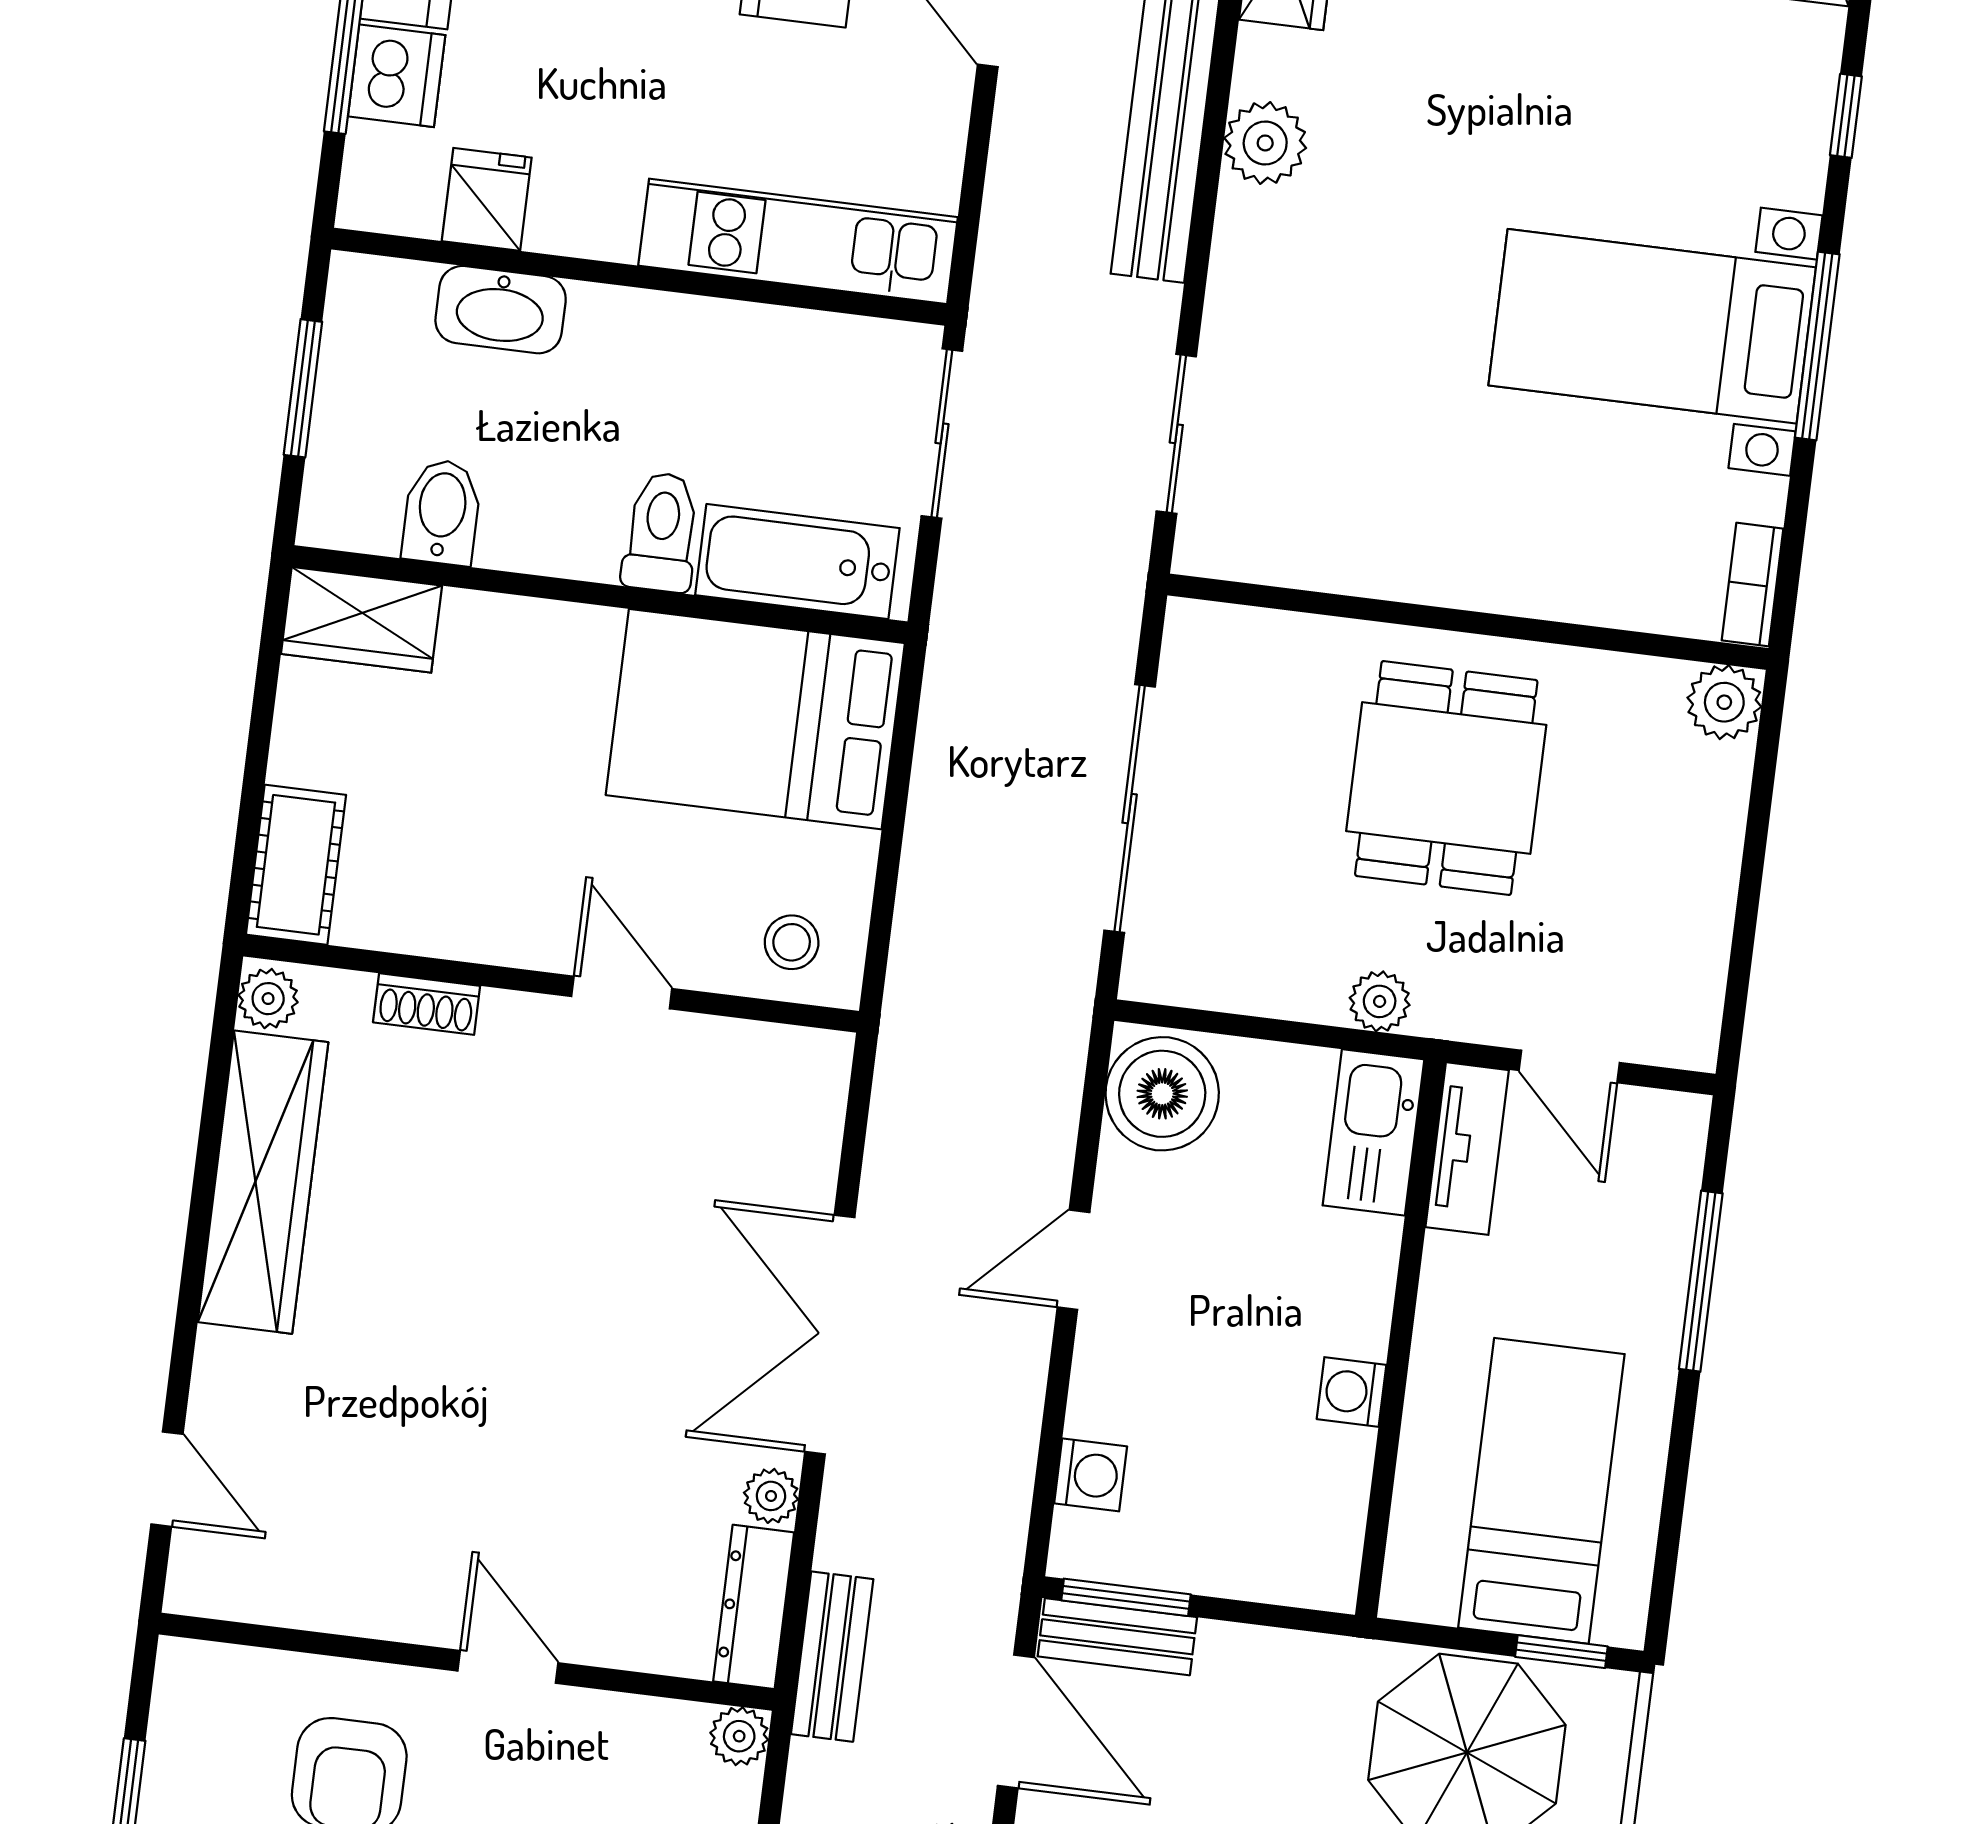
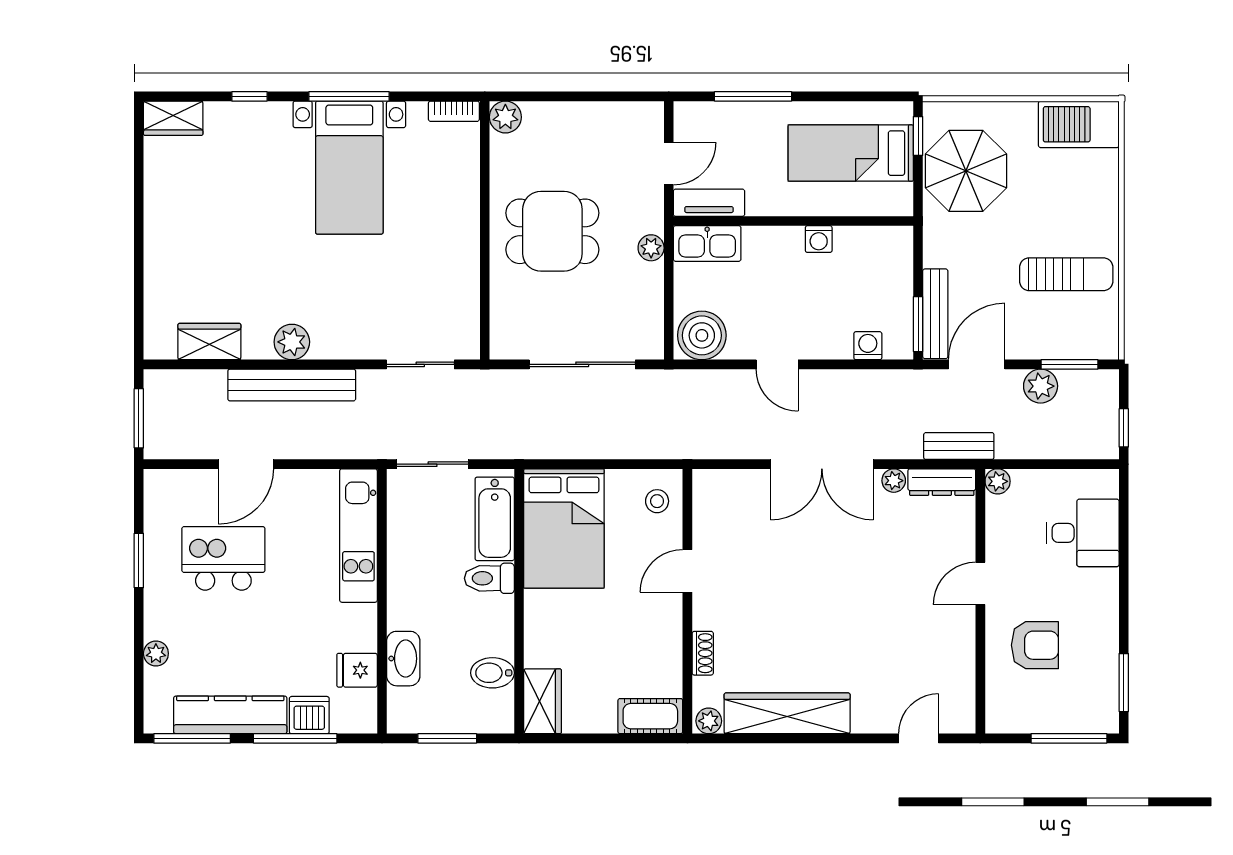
bench: (1117, 1637) -> (935, 314), width x1.36

